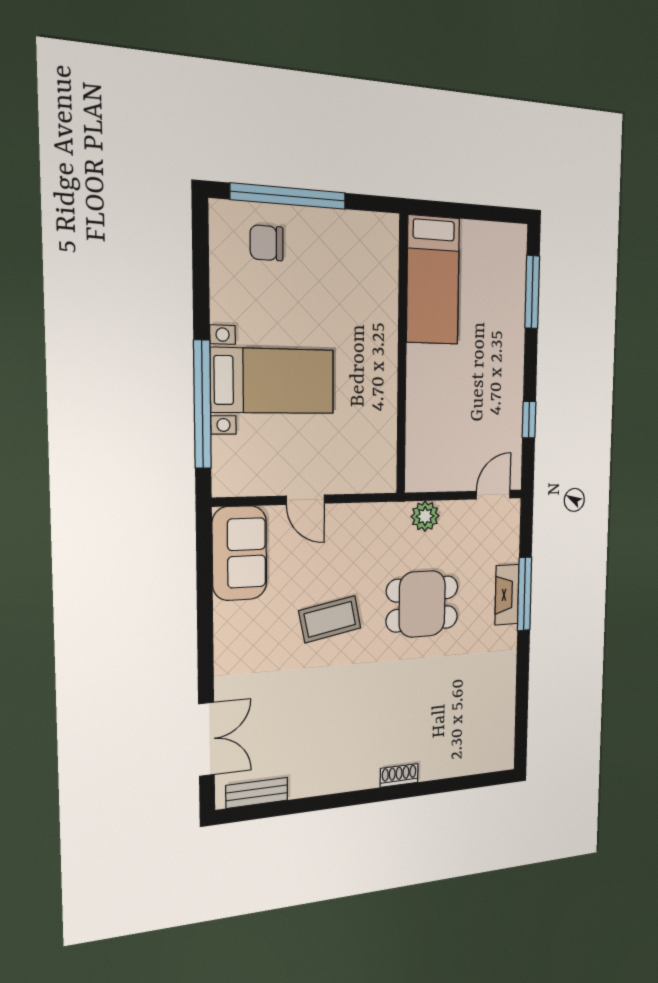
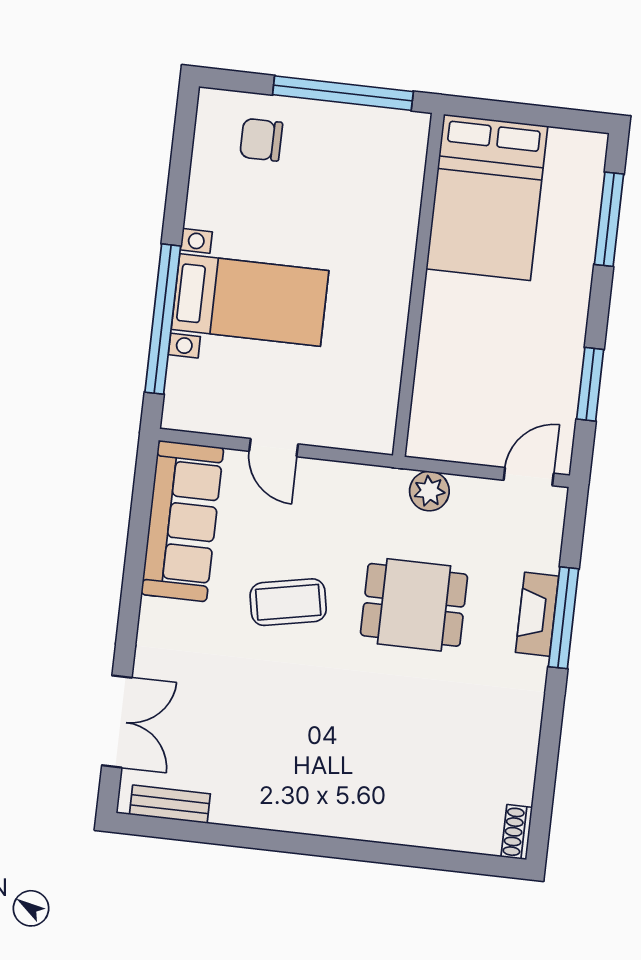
window: (289, 196) -> (343, 93), moved
bed: (433, 280) -> (487, 197), width x1.50
window: (529, 420) -> (590, 384), width x1.50
sofa: (240, 553) -> (182, 521), width x1.36
shoe rack: (399, 775) -> (517, 832), moved, turned -90

